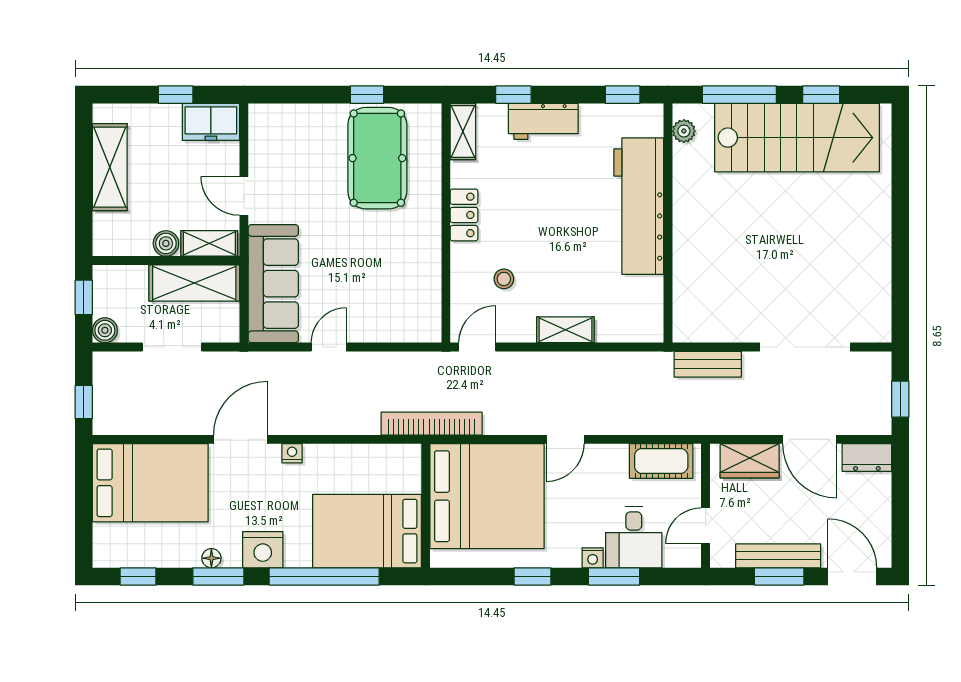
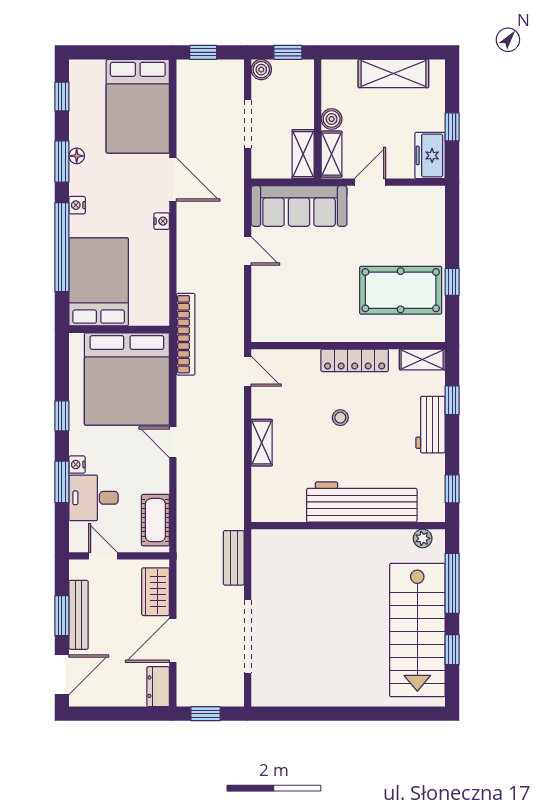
locker: (464, 215) -> (355, 360), width x1.53
stool: (504, 279) -> (340, 418), moved
shelving: (194, 283) -> (303, 154), width x0.67, depth x0.75
nightstand: (263, 550) -> (77, 205), width x0.53, depth x0.56

